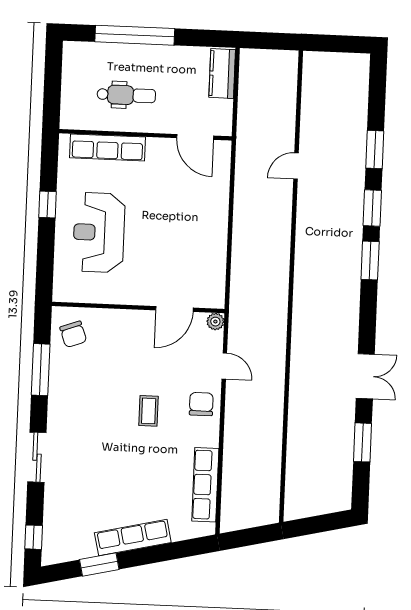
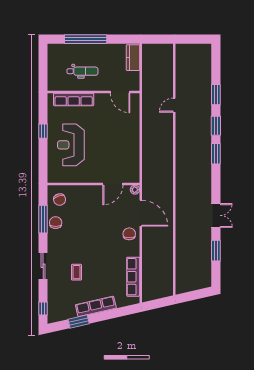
door: (224, 366) -> (141, 213), width x1.87
chair: (64, 377) -> (56, 223), added
coffee table: (149, 411) -> (76, 272), moved

